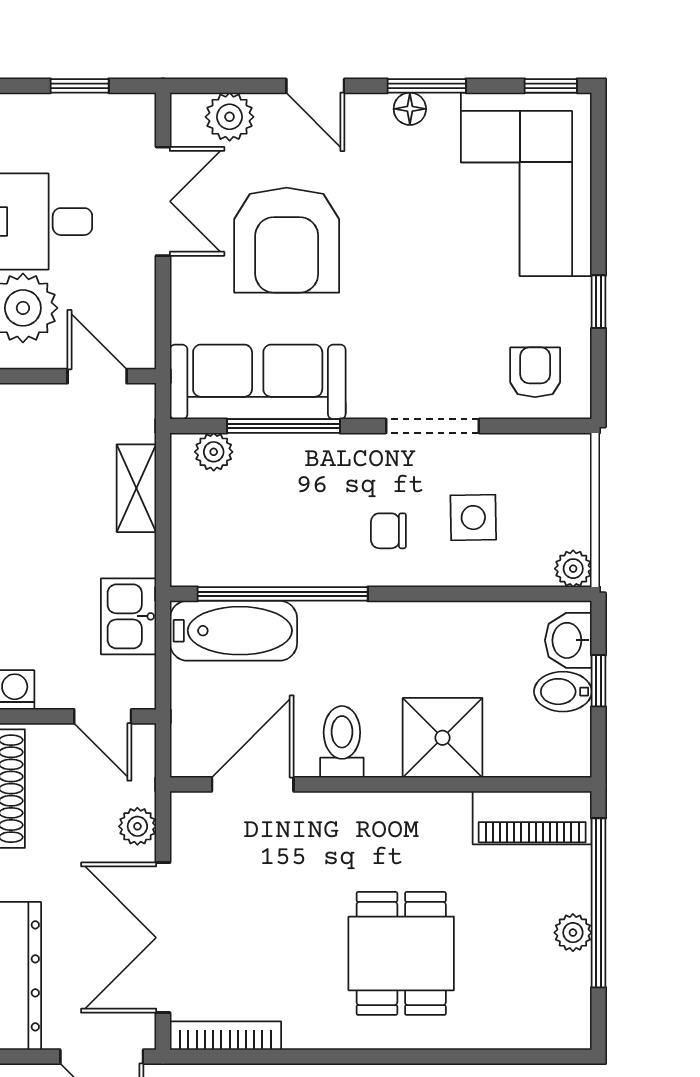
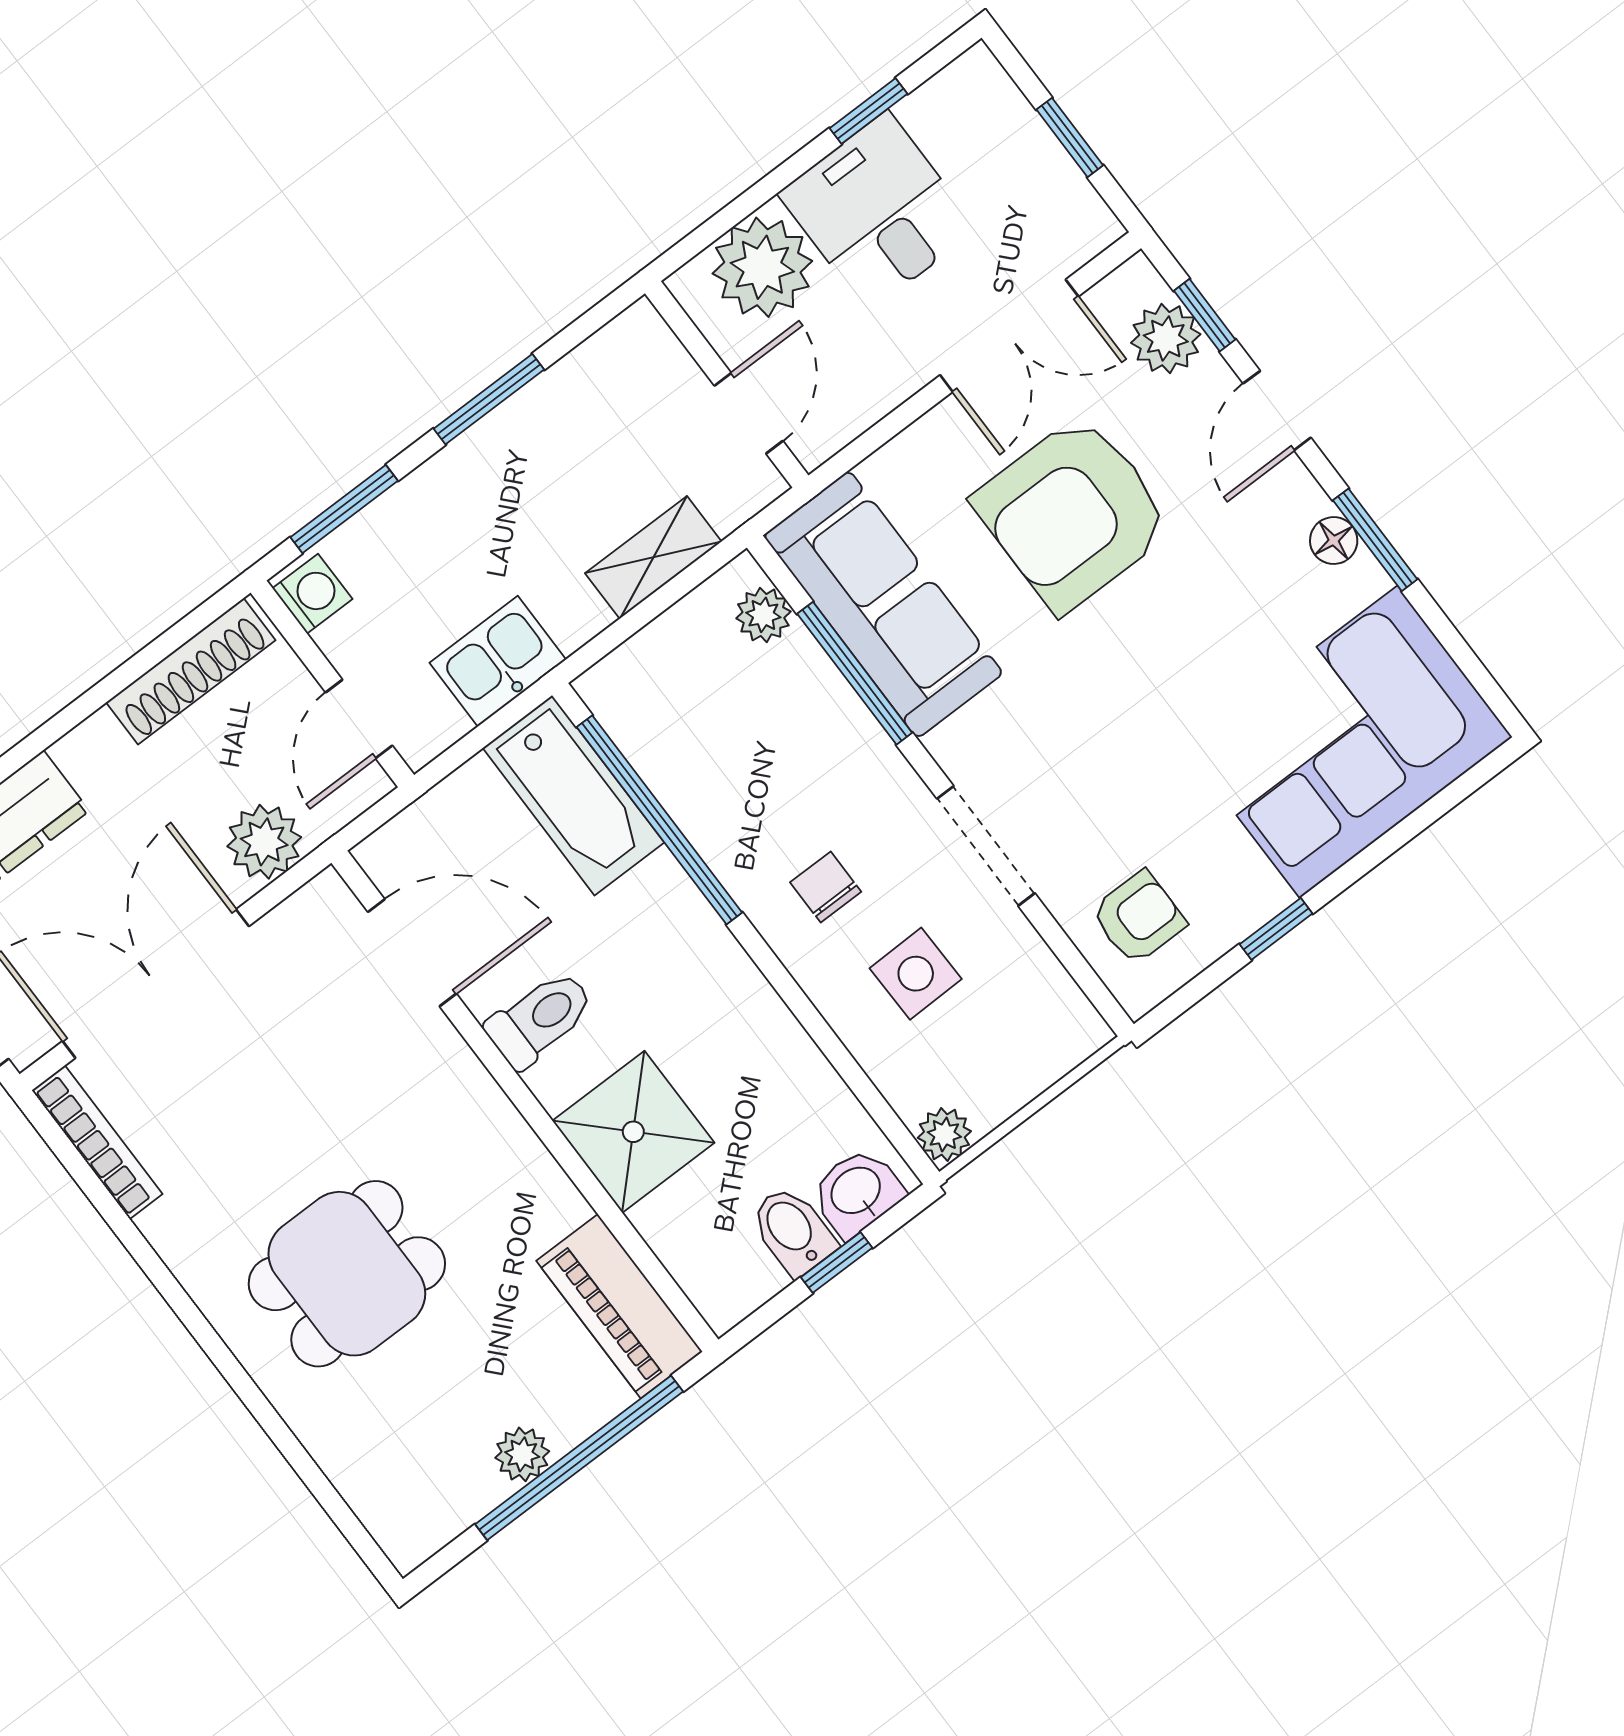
window: (551, 86) -> (1205, 315), moved
plant: (137, 826) -> (264, 842), width x1.38, depth x1.38

